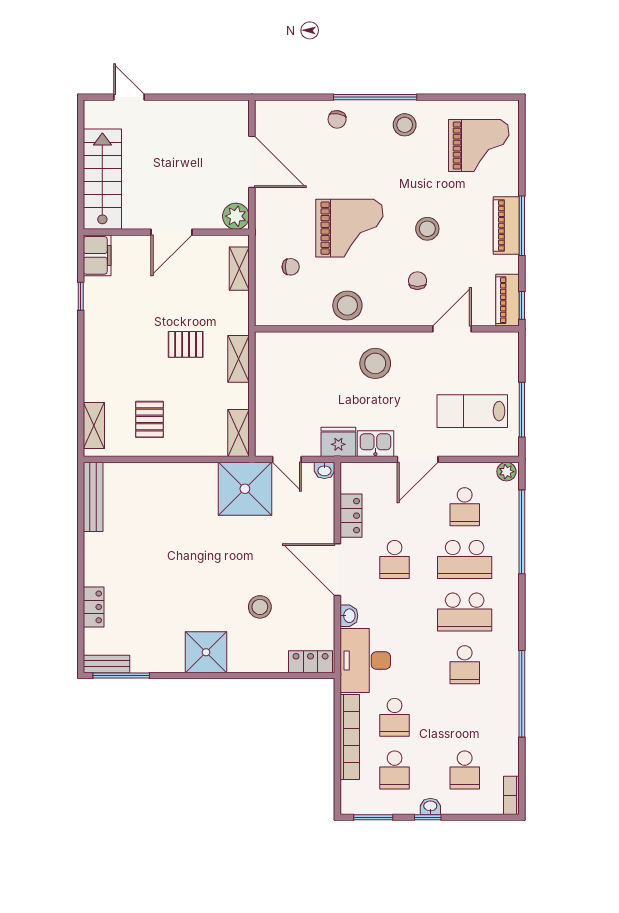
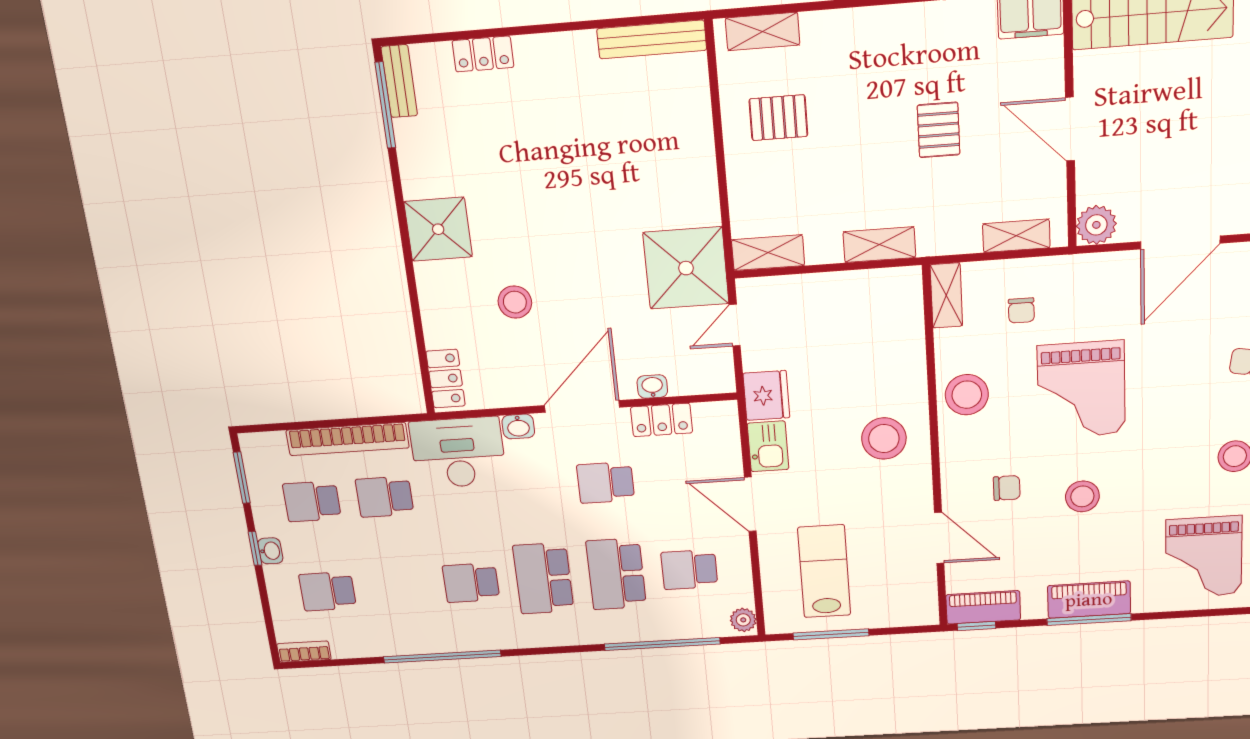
shelving: (277, 316) -> (946, 295), added
pallet: (186, 344) -> (939, 130), moved
washbasin: (324, 470) -> (652, 387), moved, turned 90

